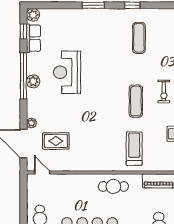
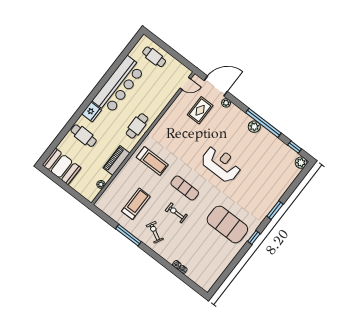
row of seats: (33, 38) -> (284, 150), removed
exercise mat: (139, 38) -> (227, 224), width x2.00, depth x1.45
reception desk: (67, 72) -> (221, 164), moved

